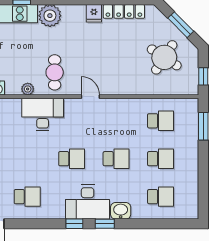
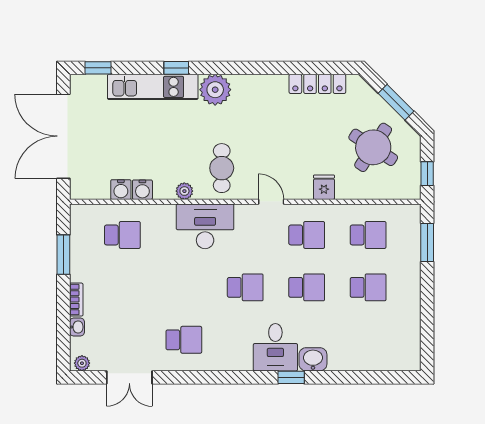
fridge: (94, 13) -> (324, 187), moved, turned 180
school desk: (161, 197) -> (307, 235), moved
desk: (88, 202) -> (275, 347), width x0.73
window: (74, 224) -> (249, 377), removed

